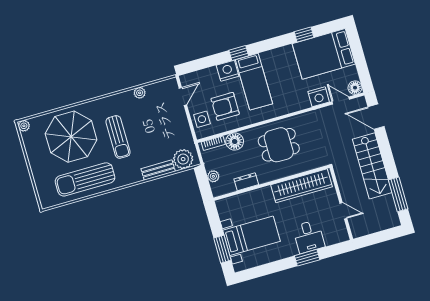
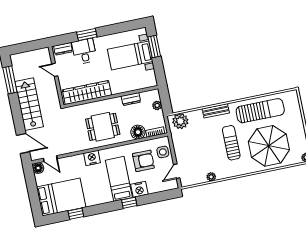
nightstand: (319, 97) -> (92, 158), moved
bench: (158, 170) -> (216, 111), moved
dresser: (335, 238) -> (63, 49), added

